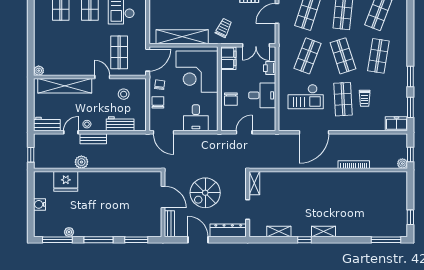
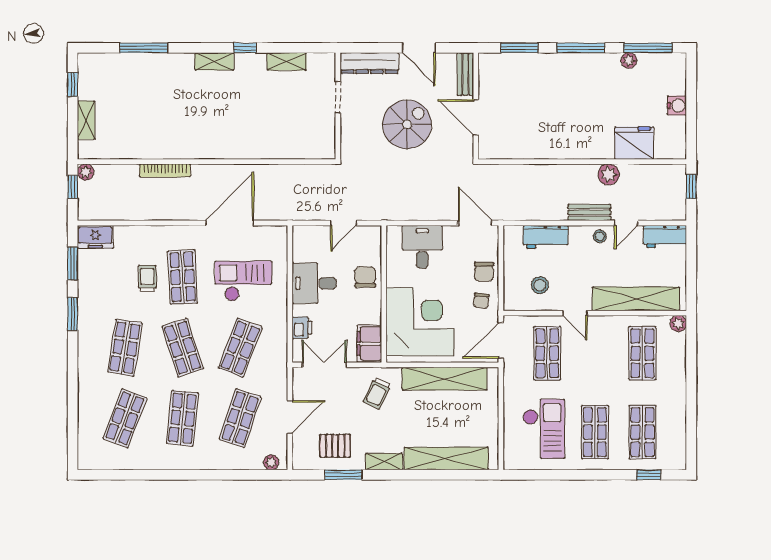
shop shelf: (61, 52) -> (642, 353), added
shelving: (254, 183) -> (86, 120), moved
window: (386, 240) -> (144, 48), moved

